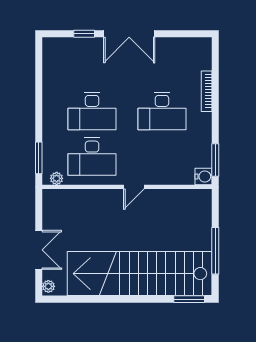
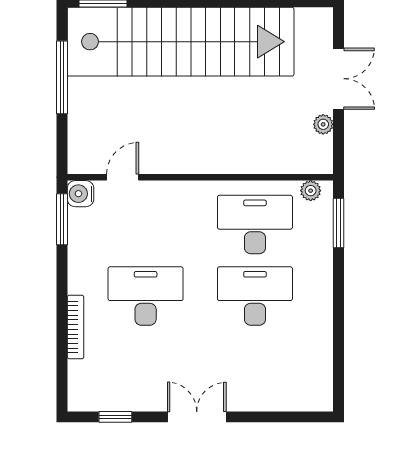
window: (84, 34) -> (115, 417), moved
double door: (129, 34) -> (197, 417), width x0.73
door: (134, 187) -> (123, 177), moved
double door: (39, 250) -> (338, 79), swing flipped
plant: (48, 286) -> (323, 124), moved

